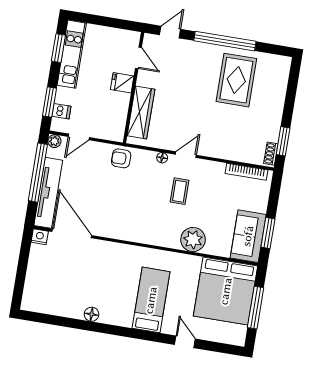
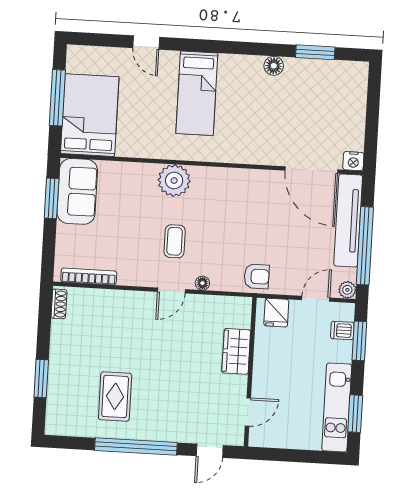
door: (138, 58) -> (248, 412), swing flipped
rug: (236, 80) -> (115, 396), width x0.73, depth x0.70
fridge: (122, 83) -> (276, 313), moved, turned 90
wardrobe: (141, 112) -> (236, 351), width x0.67
window: (283, 141) -> (41, 378), moved
plant: (193, 240) -> (174, 180), moved
bed: (226, 291) -> (90, 115), width x0.73
window: (59, 321) -> (315, 52), added

